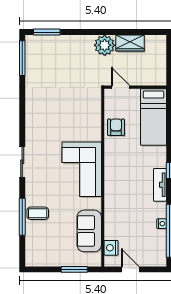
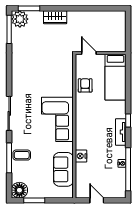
wardrobe: (130, 43) -> (55, 17), moved
plant: (105, 45) -> (20, 19), moved
sliding door: (22, 162) -> (9, 113), width x1.37
nightstand: (111, 248) -> (81, 156), moved
floor lamp: (35, 257) -> (19, 190), added
window: (74, 269) -> (34, 200), moved

